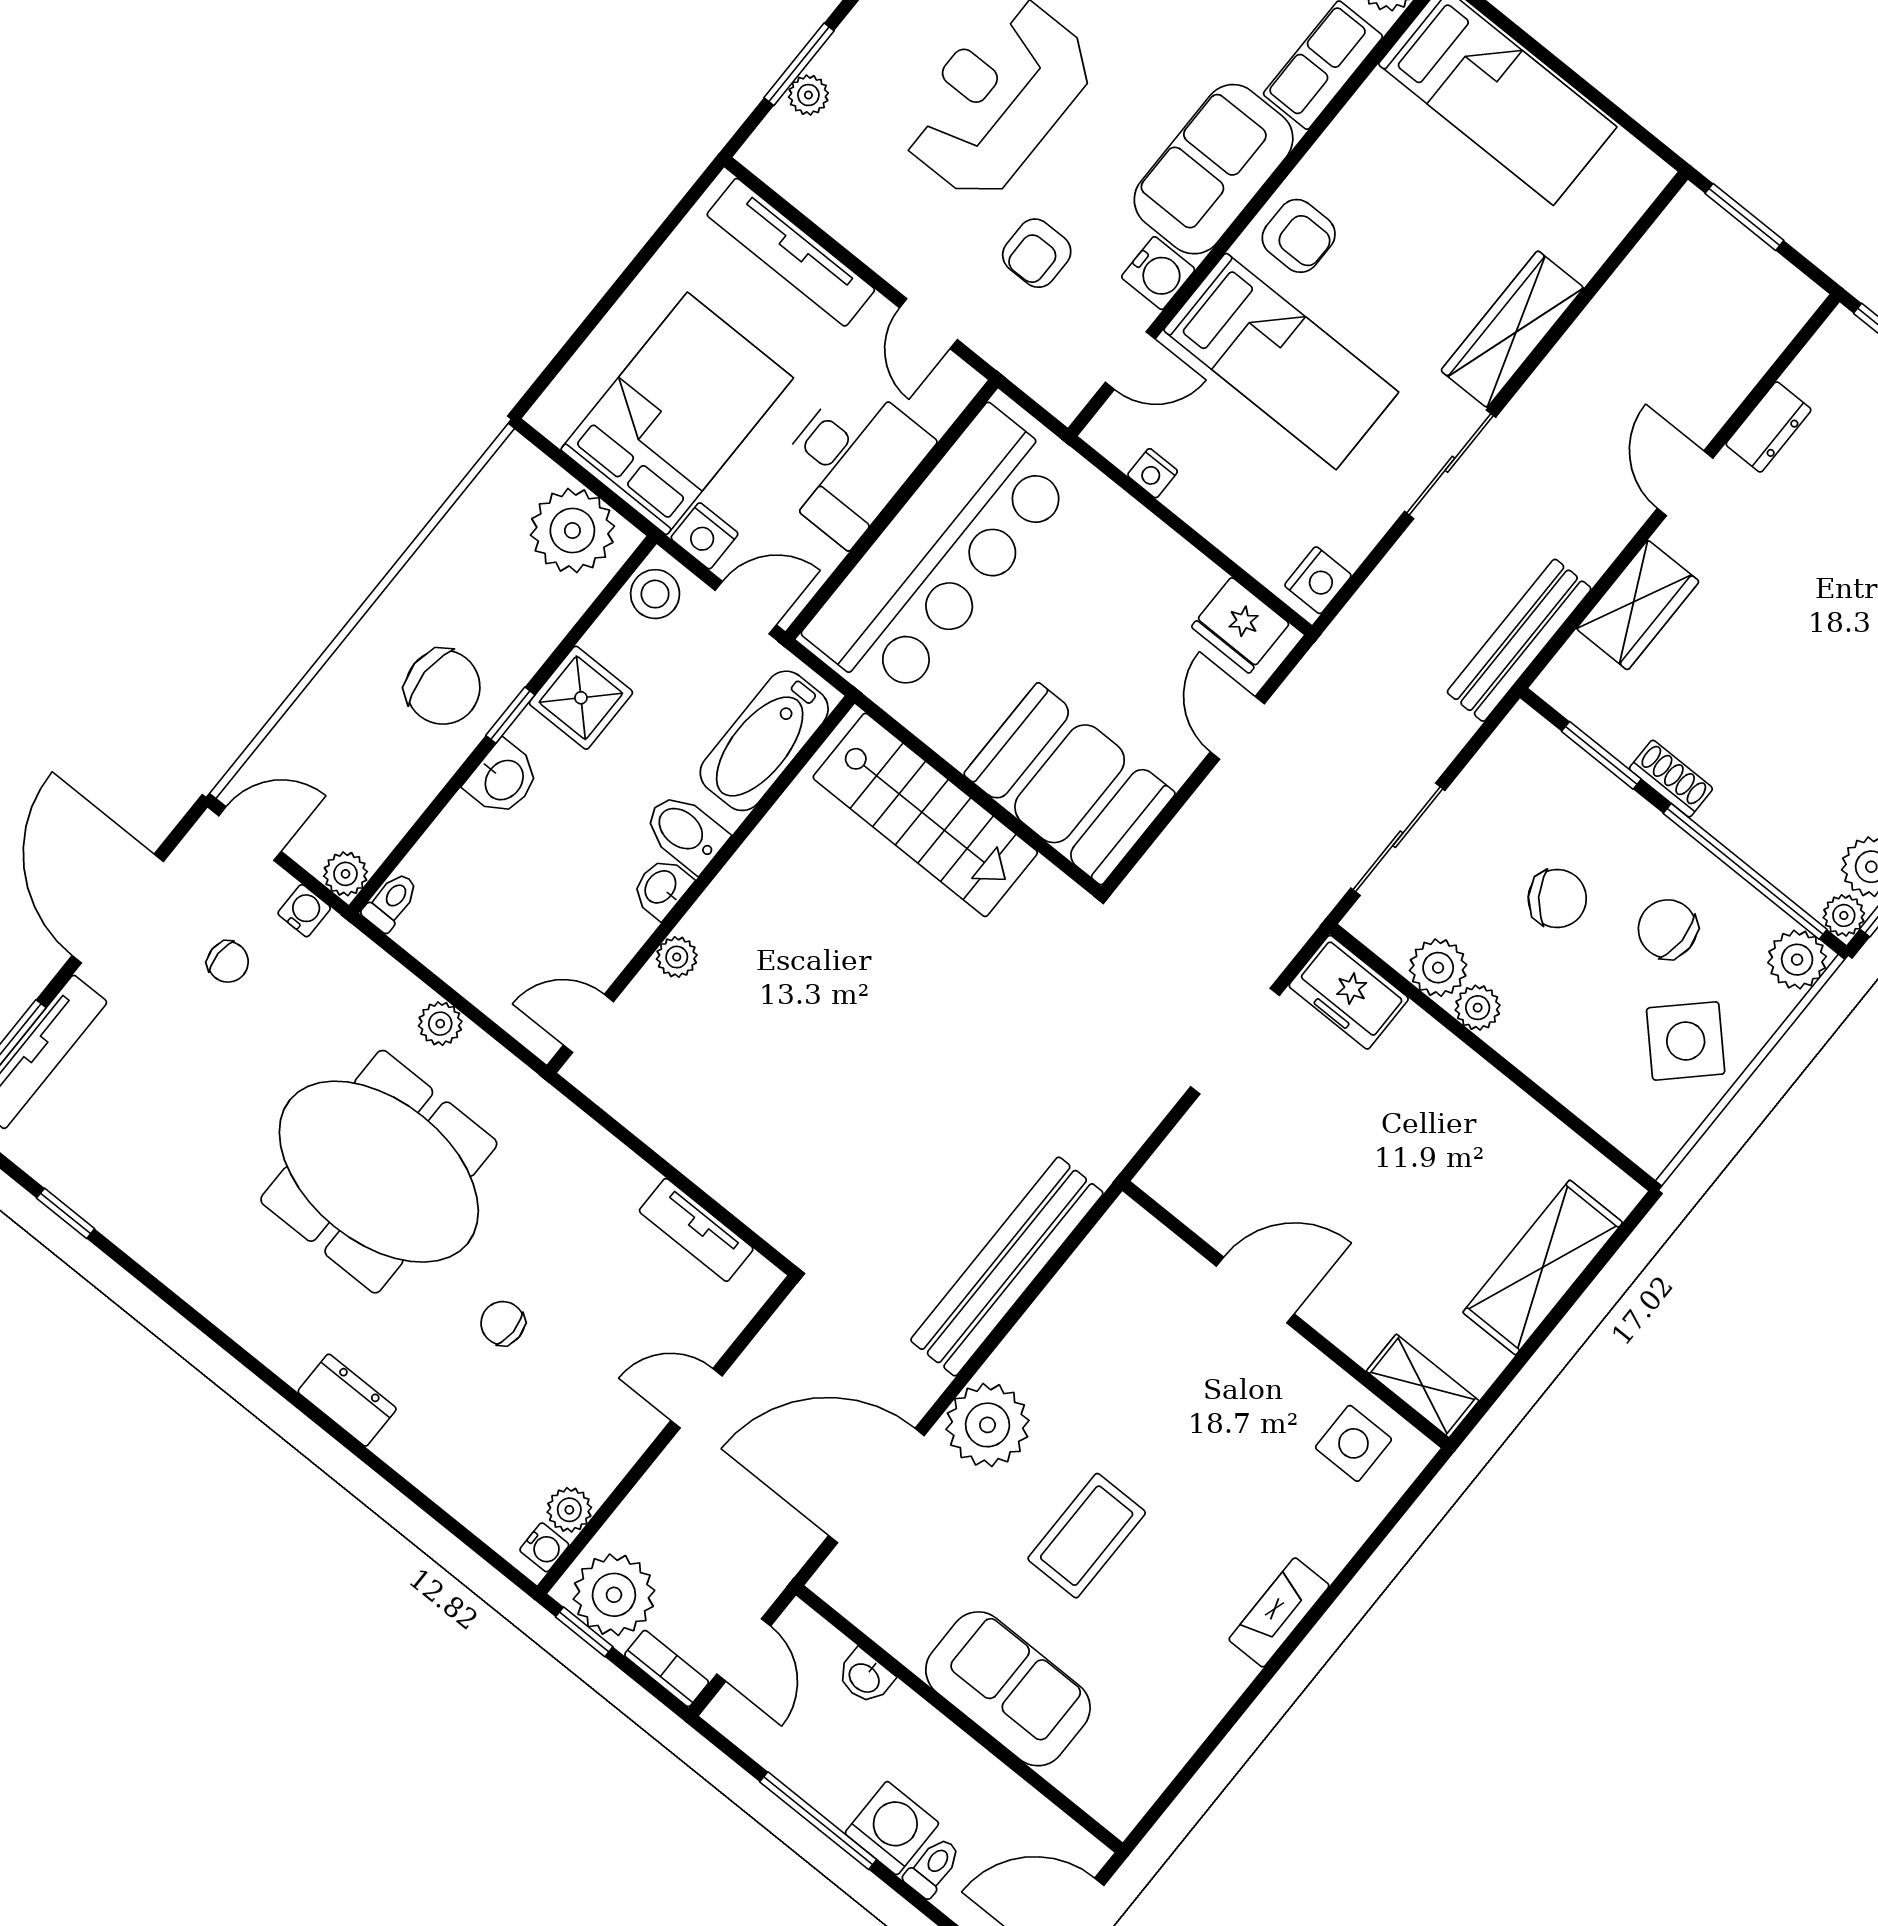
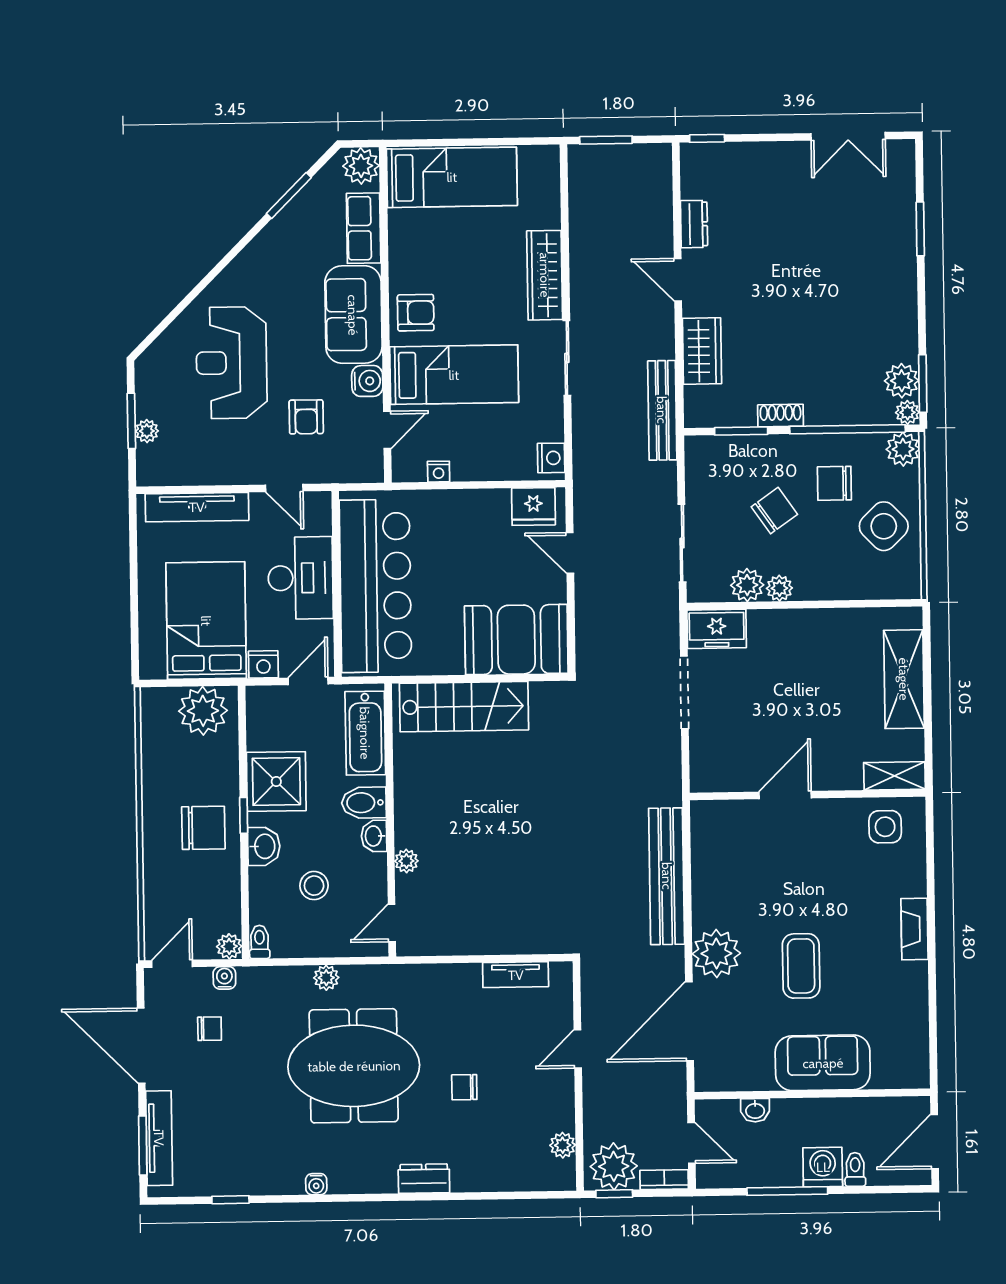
stool: (655, 594) -> (314, 886), moved
shower: (581, 698) -> (276, 782), width x1.36, depth x1.36
water cooler: (544, 1547) -> (316, 1184), moved, turned 90

